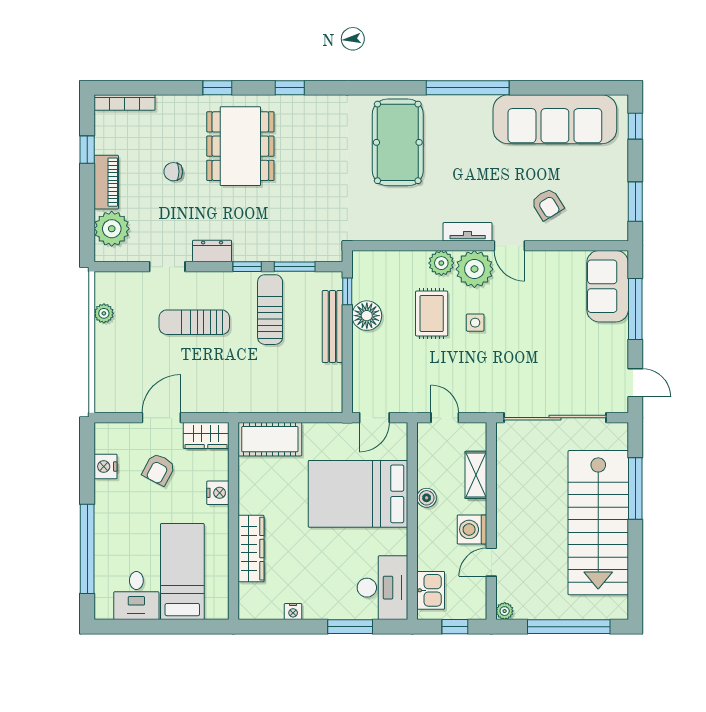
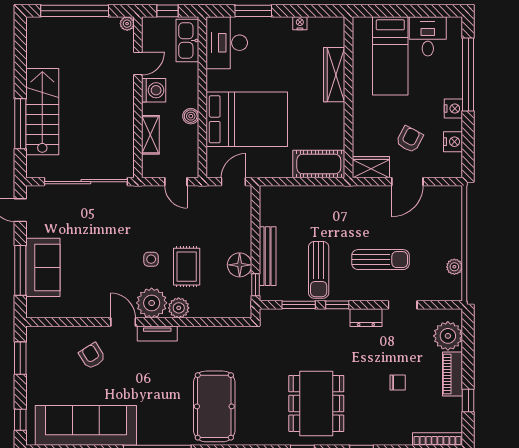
dining table: (240, 146) -> (316, 403), moved
sofa: (608, 286) -> (43, 267), moved
nightstand: (218, 493) -> (453, 109), moved, turned 180
stairs: (598, 523) -> (42, 112), width x0.73, depth x0.66
kitchen sink: (431, 590) -> (187, 41), width x1.38

